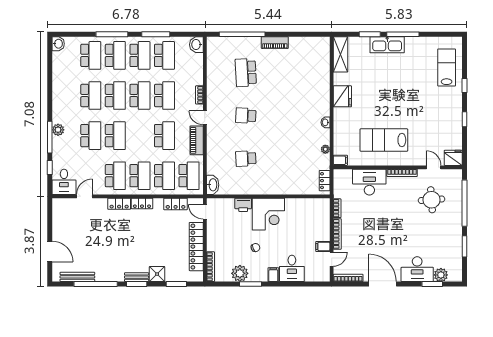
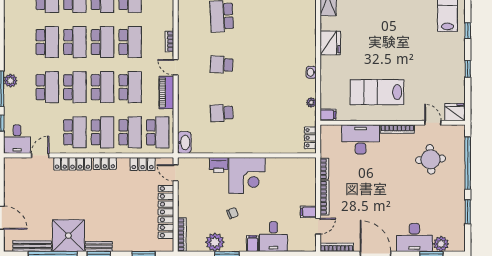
school desk: (140, 136) -> (102, 87), added
locker: (119, 204) -> (72, 164), width x1.53
shower: (157, 274) -> (68, 236), moved, width x1.86, depth x1.86

